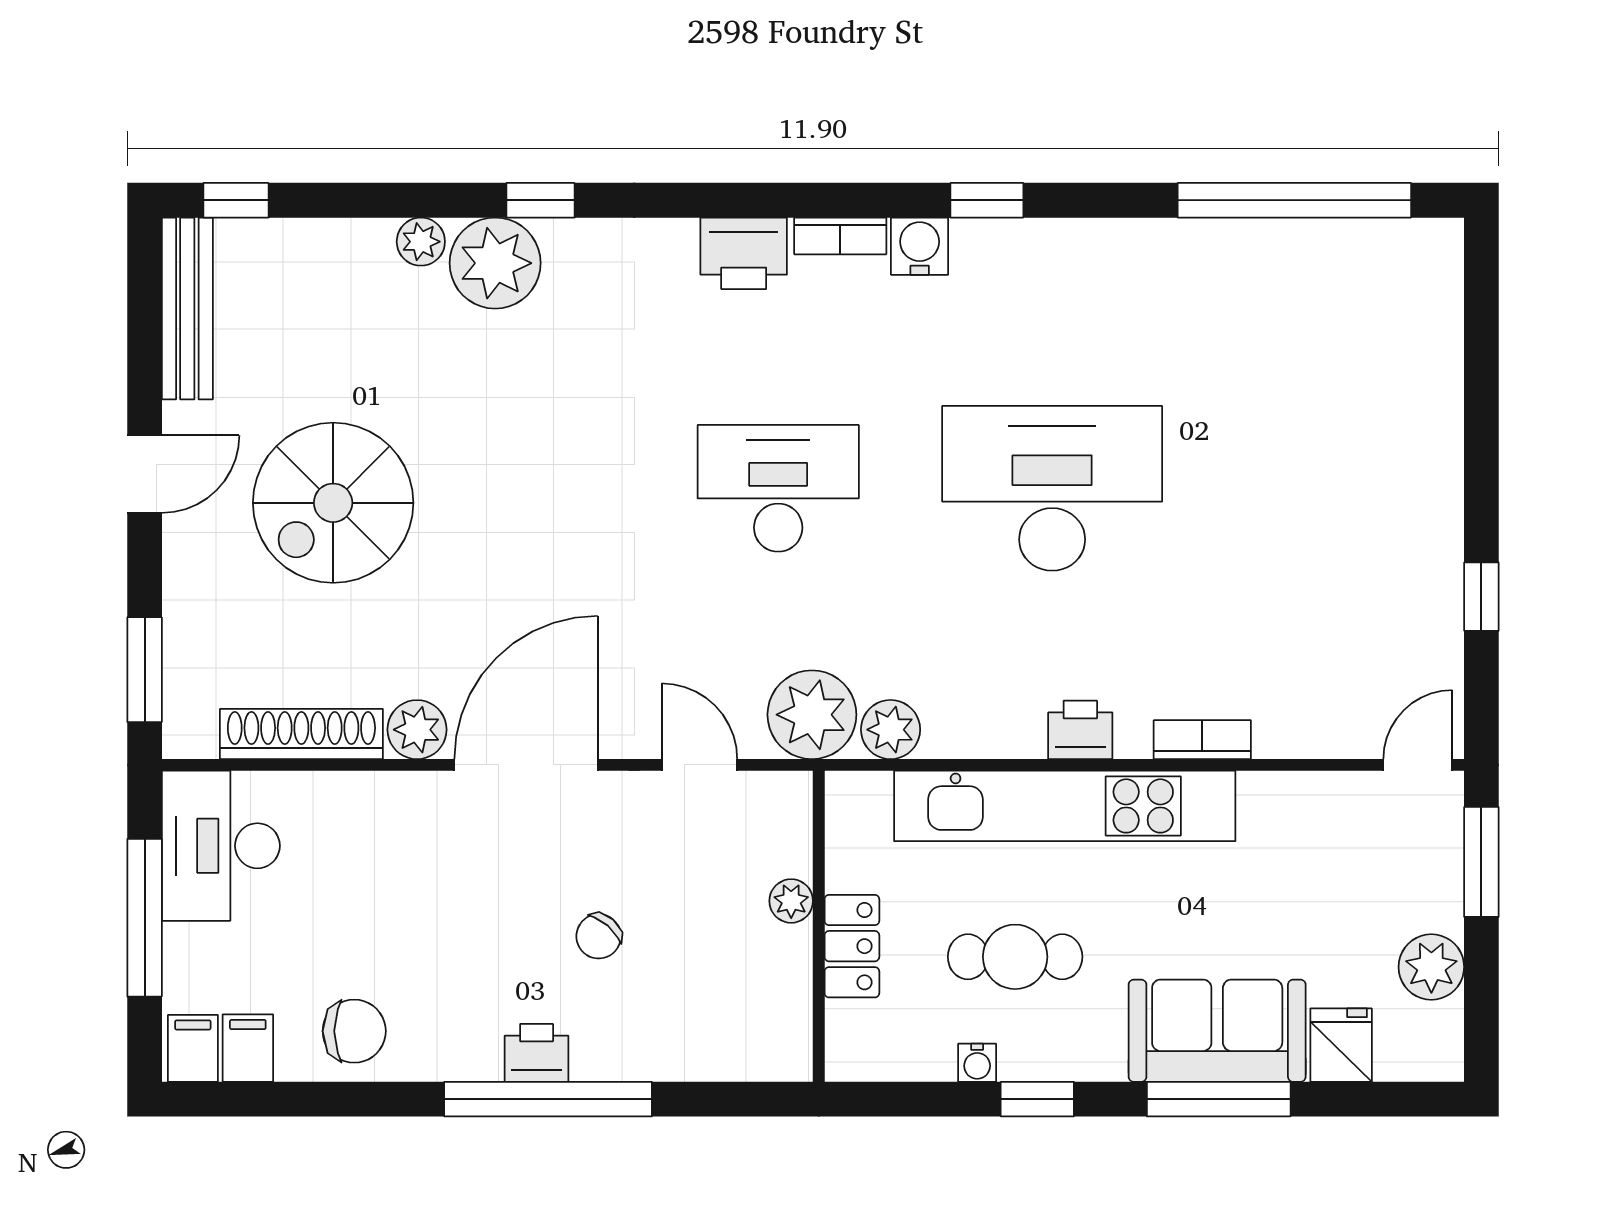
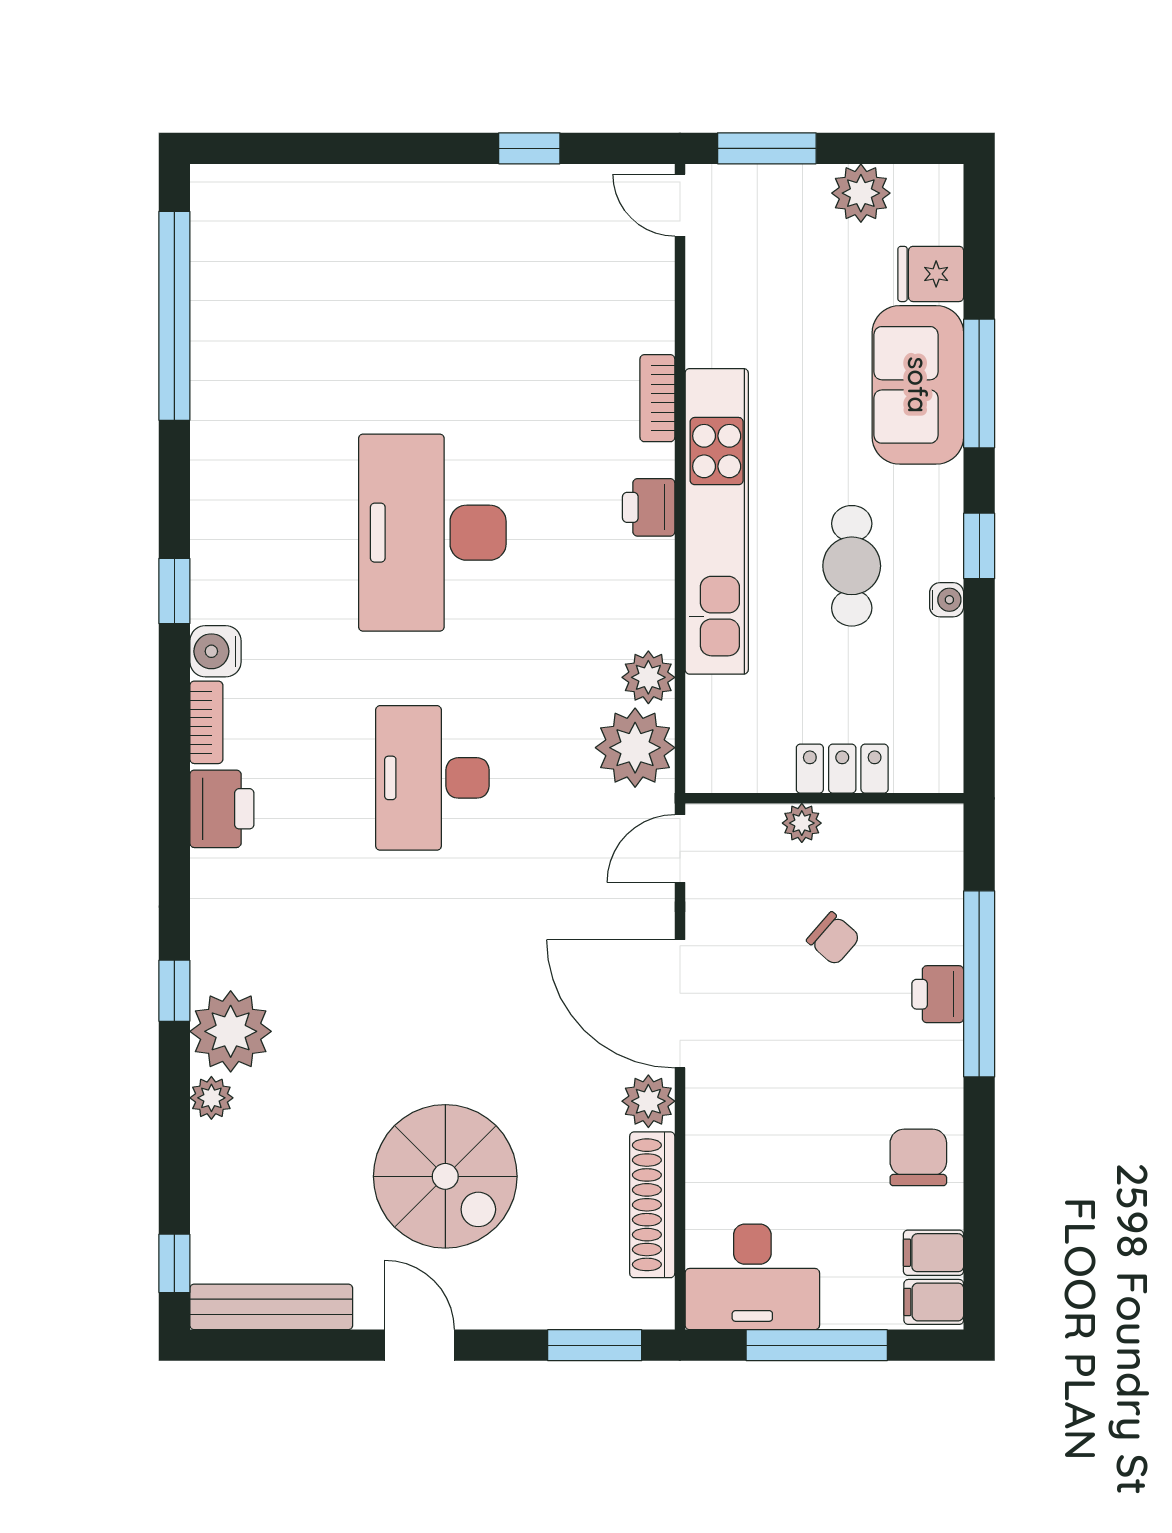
plant: (791, 901) -> (802, 823), moved
wall: (819, 926) -> (824, 798), moved
locker: (852, 946) -> (842, 769), moved

